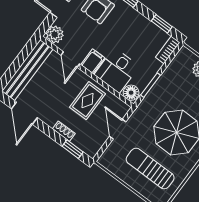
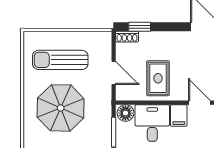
shoe rack: (64, 131) -> (127, 37), moved
sun lounger: (150, 168) -> (60, 60), turned 180

